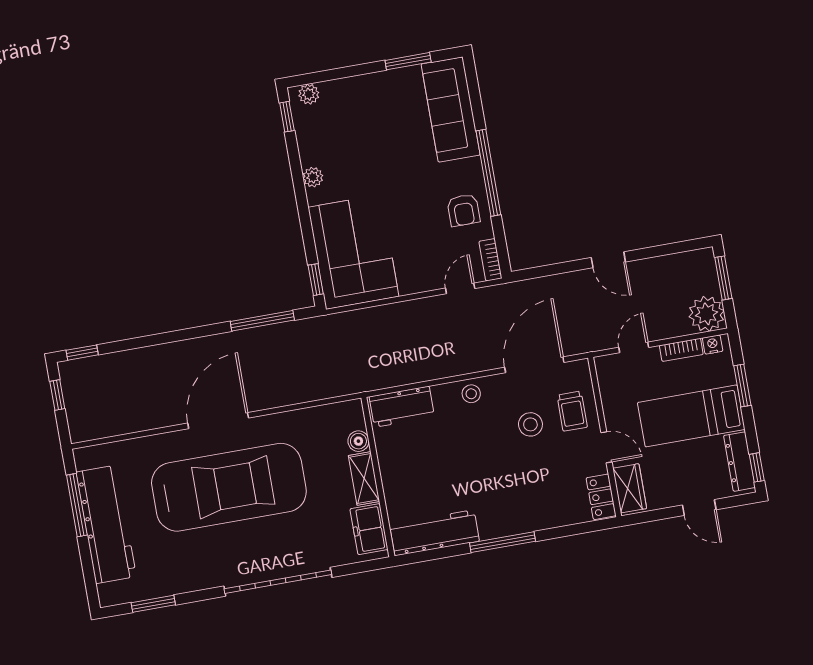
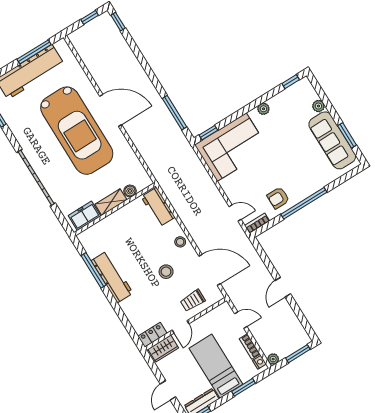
plant: (309, 94) -> (318, 106), moved
sofa: (451, 109) -> (332, 140), moved, turned -90
plant: (707, 314) -> (273, 359), width x0.53, depth x0.53
stool: (530, 424) -> (166, 272), moved
workbench: (434, 533) -> (112, 277), moved
window: (503, 542) -> (94, 270), moved

